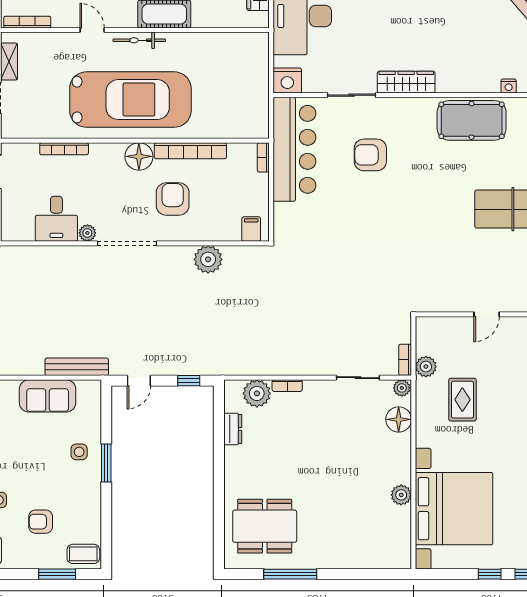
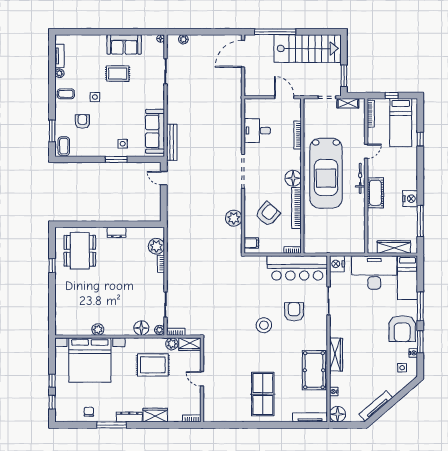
wardrobe: (406, 82) -> (336, 354), moved
armchair: (173, 199) -> (268, 214), moved, turned -49
stool: (394, 207) -> (264, 325), added
plant: (87, 233) -> (249, 148), removed
wardrobe: (426, 335) -> (190, 344), added
window: (189, 381) -> (164, 207), removed
sofa: (48, 396) -> (155, 131), width x1.36
rug: (462, 400) -> (153, 365), width x1.36, depth x1.43
dresser: (233, 429) -> (116, 232), moved
window: (290, 574) -> (52, 266), width x0.46

